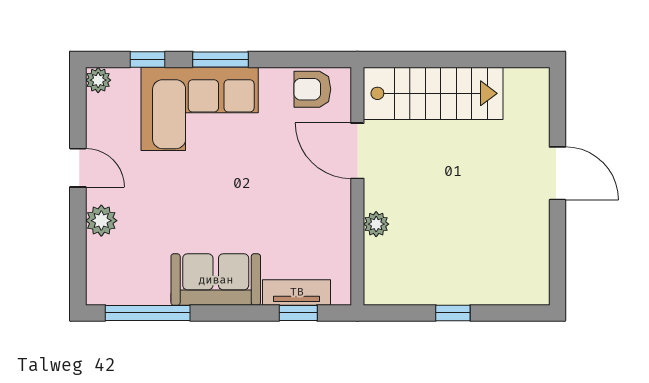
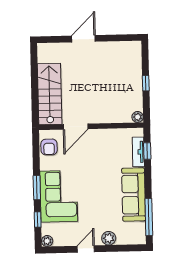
plant: (376, 224) -> (138, 117), moved
sofa: (216, 280) -> (134, 195), width x1.36

